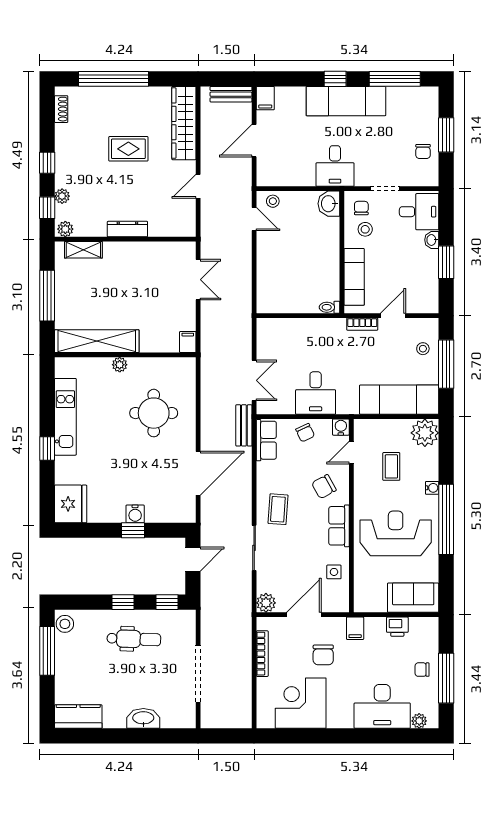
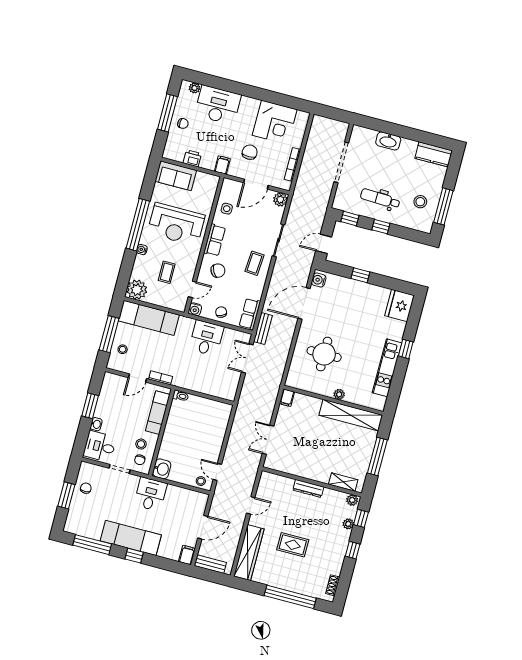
water cooler: (135, 514) -> (319, 280), moved, turned -90
stool: (65, 624) -> (420, 202), moved

